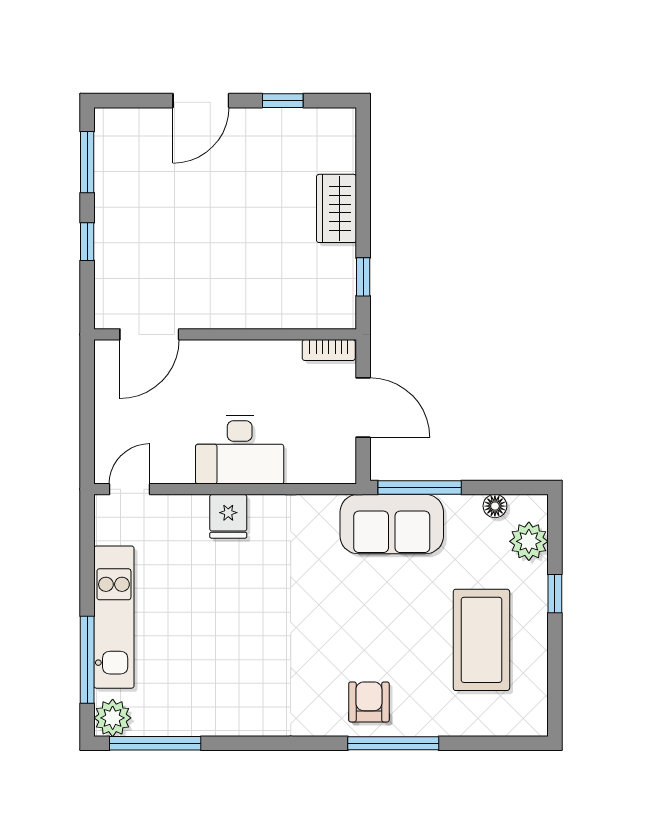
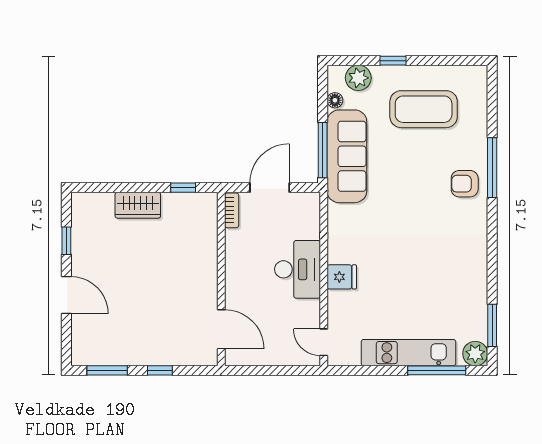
sofa: (392, 524) -> (347, 156), width x1.36
window: (155, 743) -> (492, 325), width x0.69

